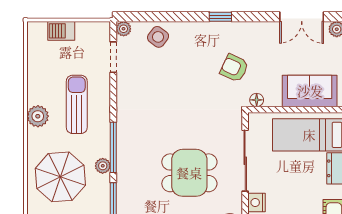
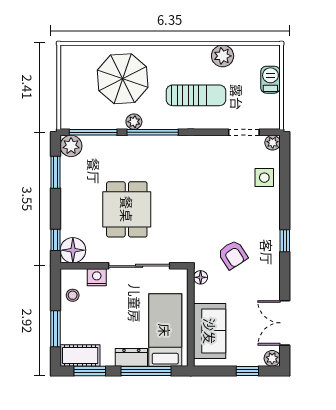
side table: (158, 37) -> (264, 178), turned -37
armchair: (234, 68) -> (233, 255), turned 122
plant: (38, 116) -> (223, 56), moved

